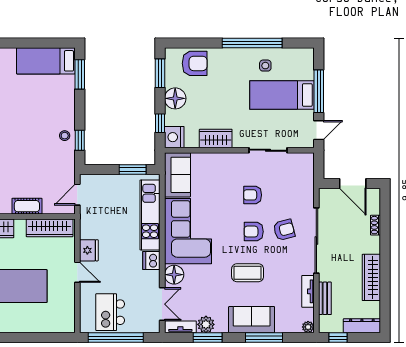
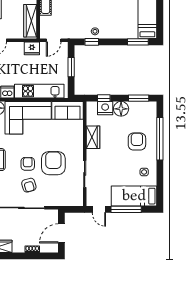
window: (252, 43) -> (160, 139), moved
armchair: (195, 63) -> (137, 141), moved, turned 180
bed: (282, 95) -> (134, 196), moved, turned -90
nightstand: (174, 137) -> (105, 108), moved
window: (133, 170) -> (71, 67), moved
door: (77, 195) -> (54, 40), swing flipped
armchair: (253, 195) -> (53, 163), width x1.88, depth x1.88
fridge: (89, 250) -> (32, 48), moved

